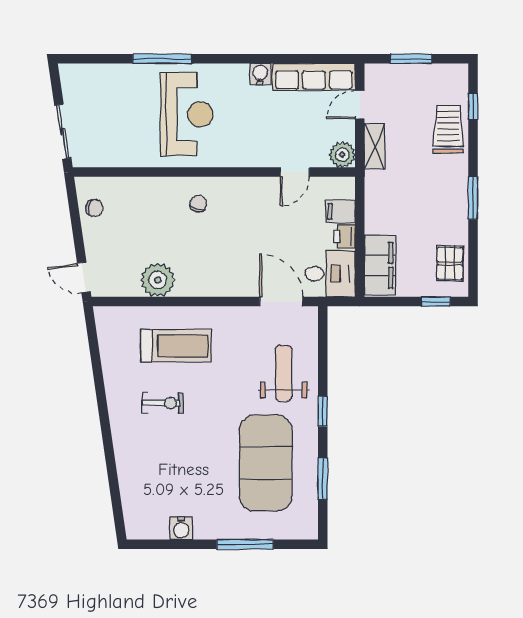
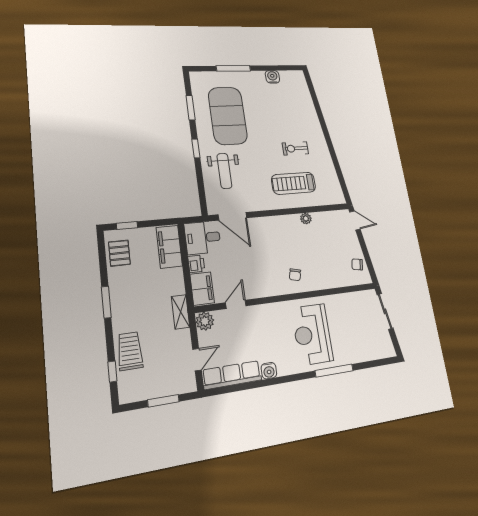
trolley: (448, 129) -> (130, 351), turned 180
shelving: (375, 146) -> (181, 312), moved
filing cabinet: (340, 212) -> (202, 289), width x2.00
plant: (158, 280) -> (306, 219), width x0.53, depth x0.53

